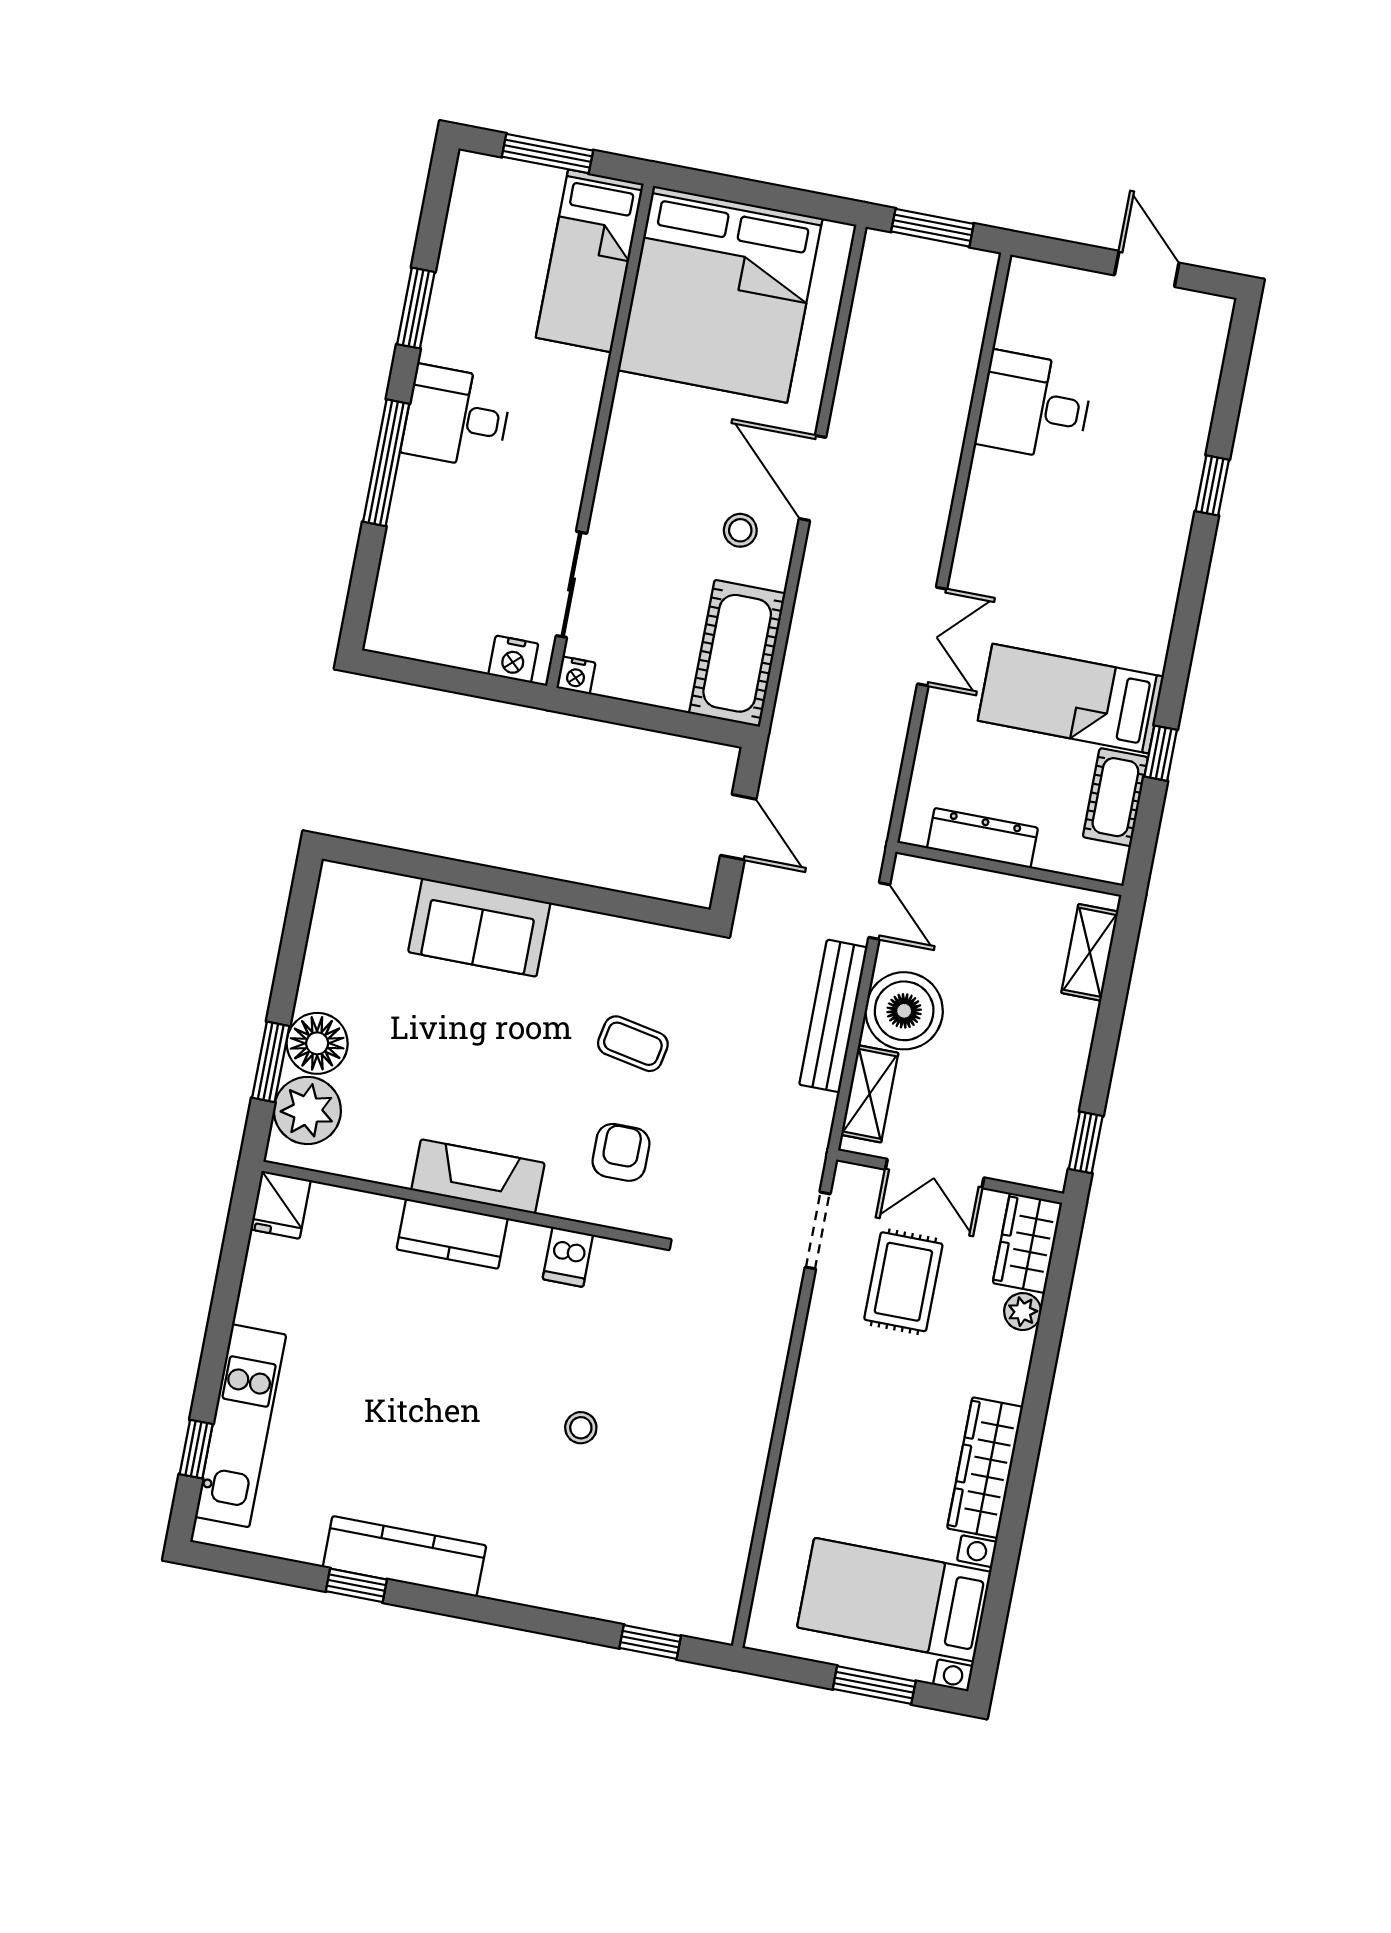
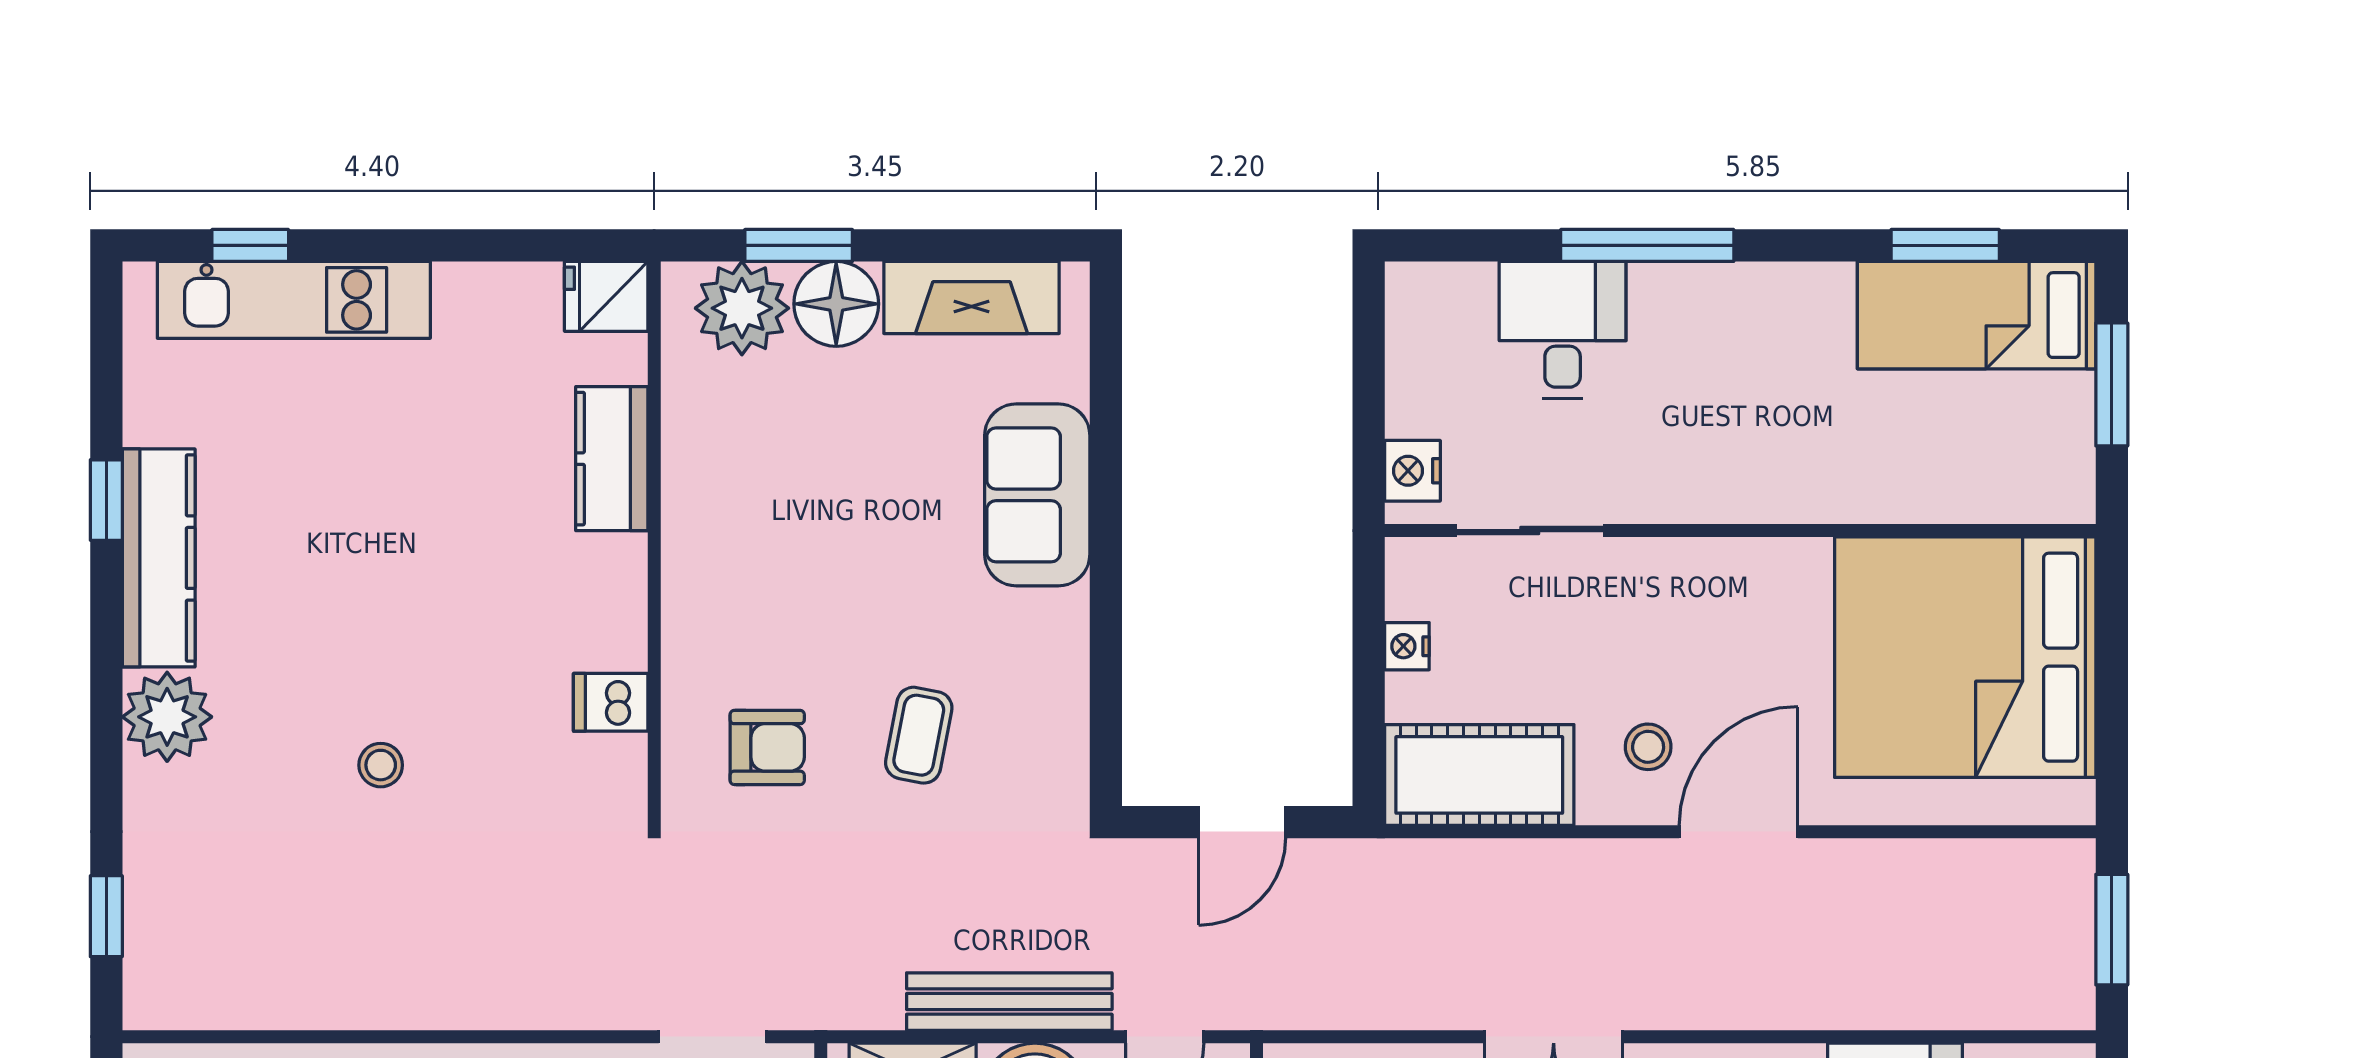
bed: (590, 261) -> (1977, 315), moved
window: (416, 308) -> (1945, 245), moved
desk: (457, 417) -> (1563, 330), moved
nightstand: (576, 675) -> (1407, 646), moved
fireplace: (478, 1177) -> (971, 297), moved, turned 90
kitchen counter: (452, 1234) -> (612, 459), moved
plant: (518, 1572) -> (167, 717), added

